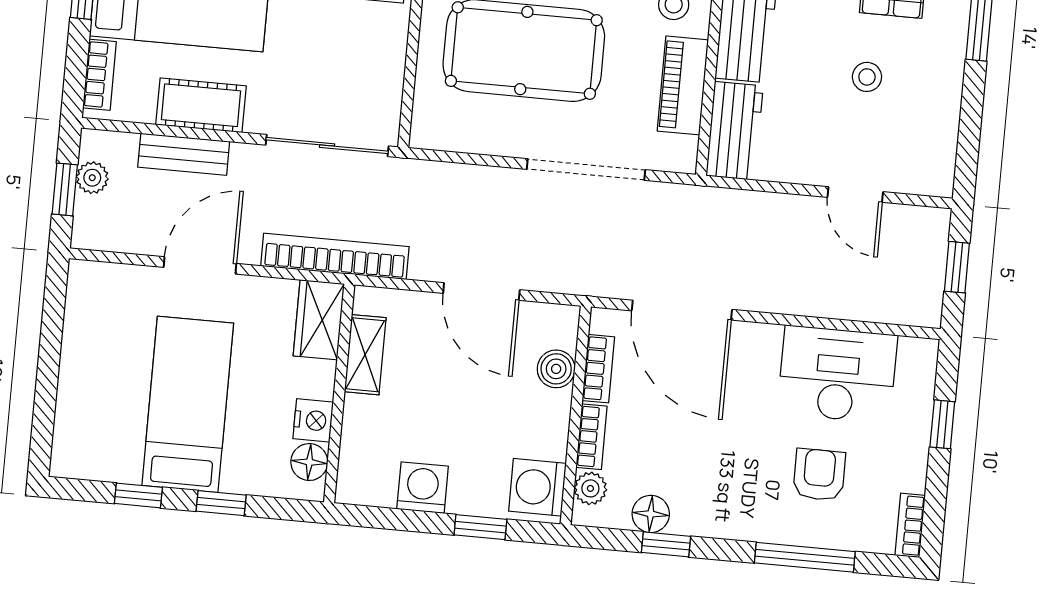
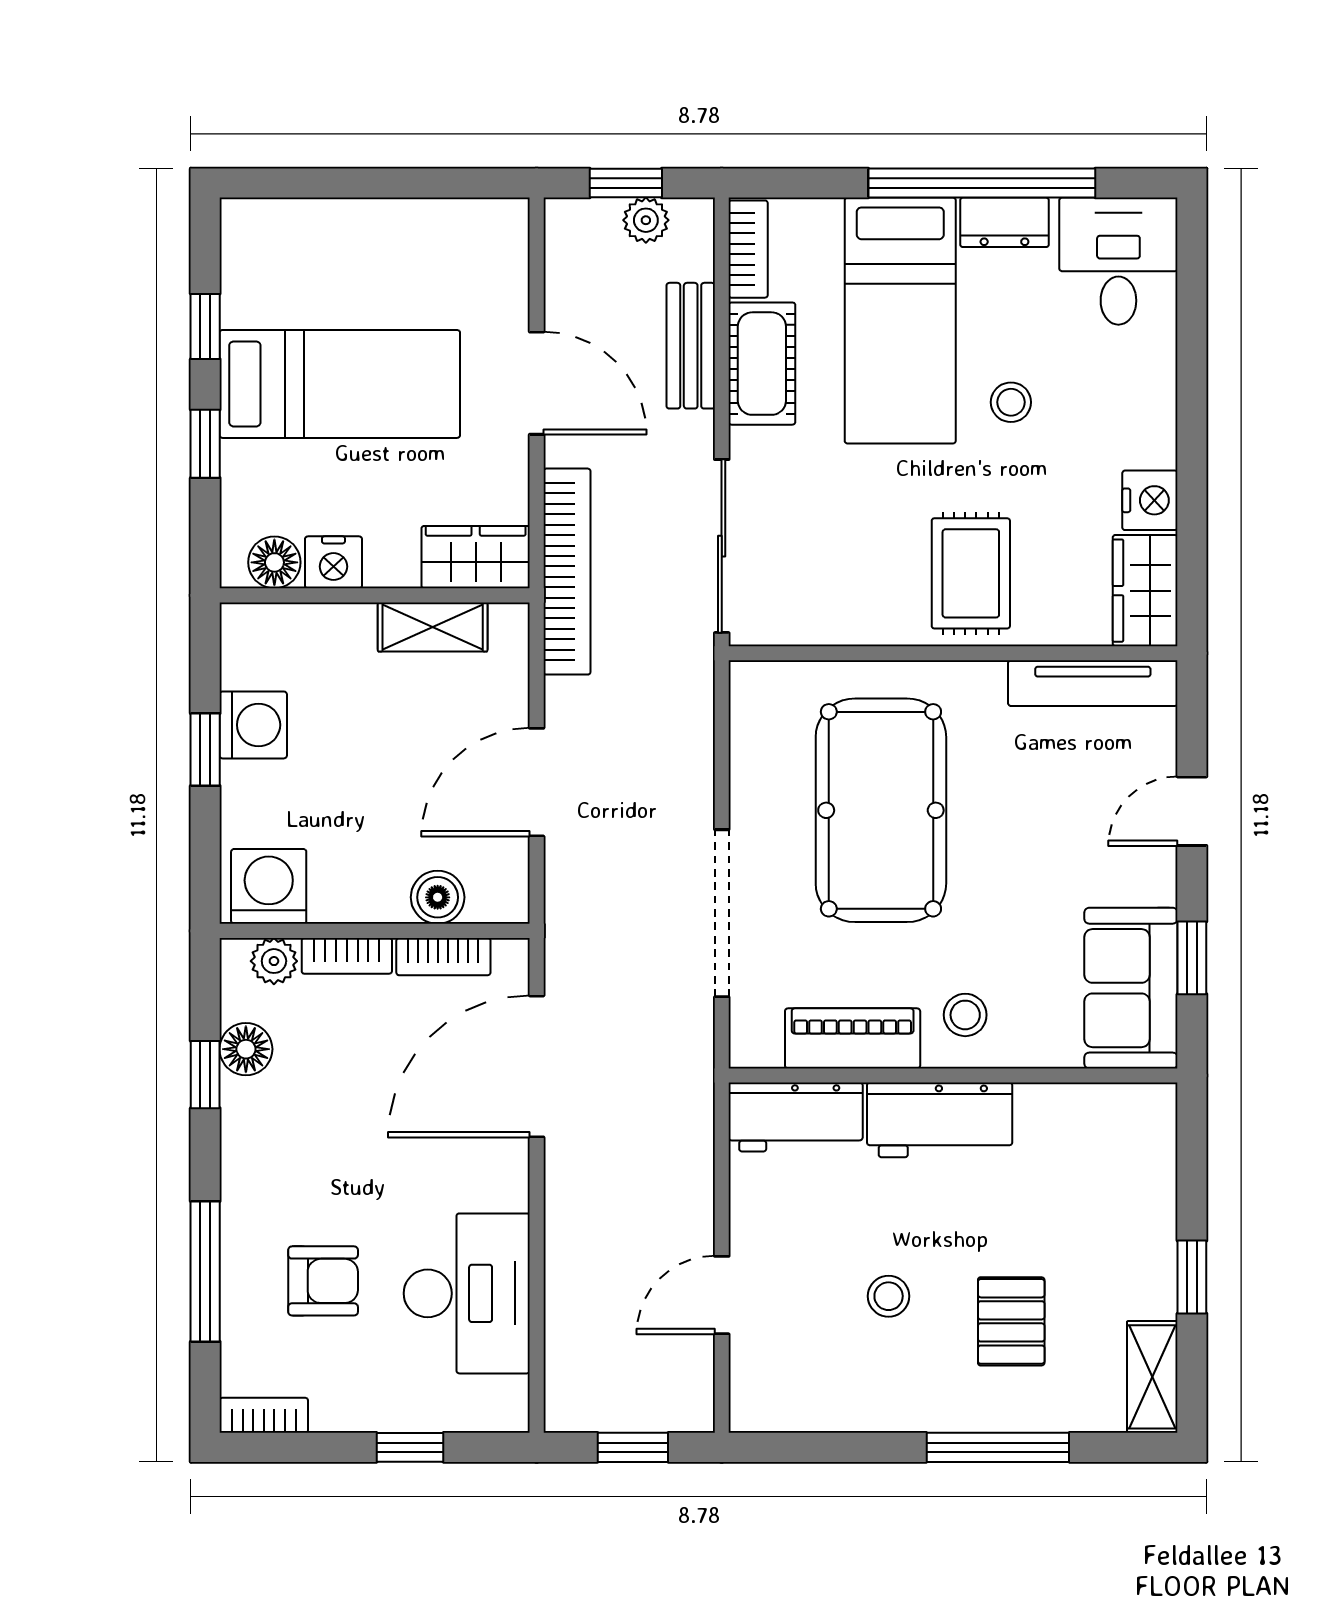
bookcase: (100, 75) -> (748, 249), moved, turned -90
window: (480, 527) -> (205, 750), moved

